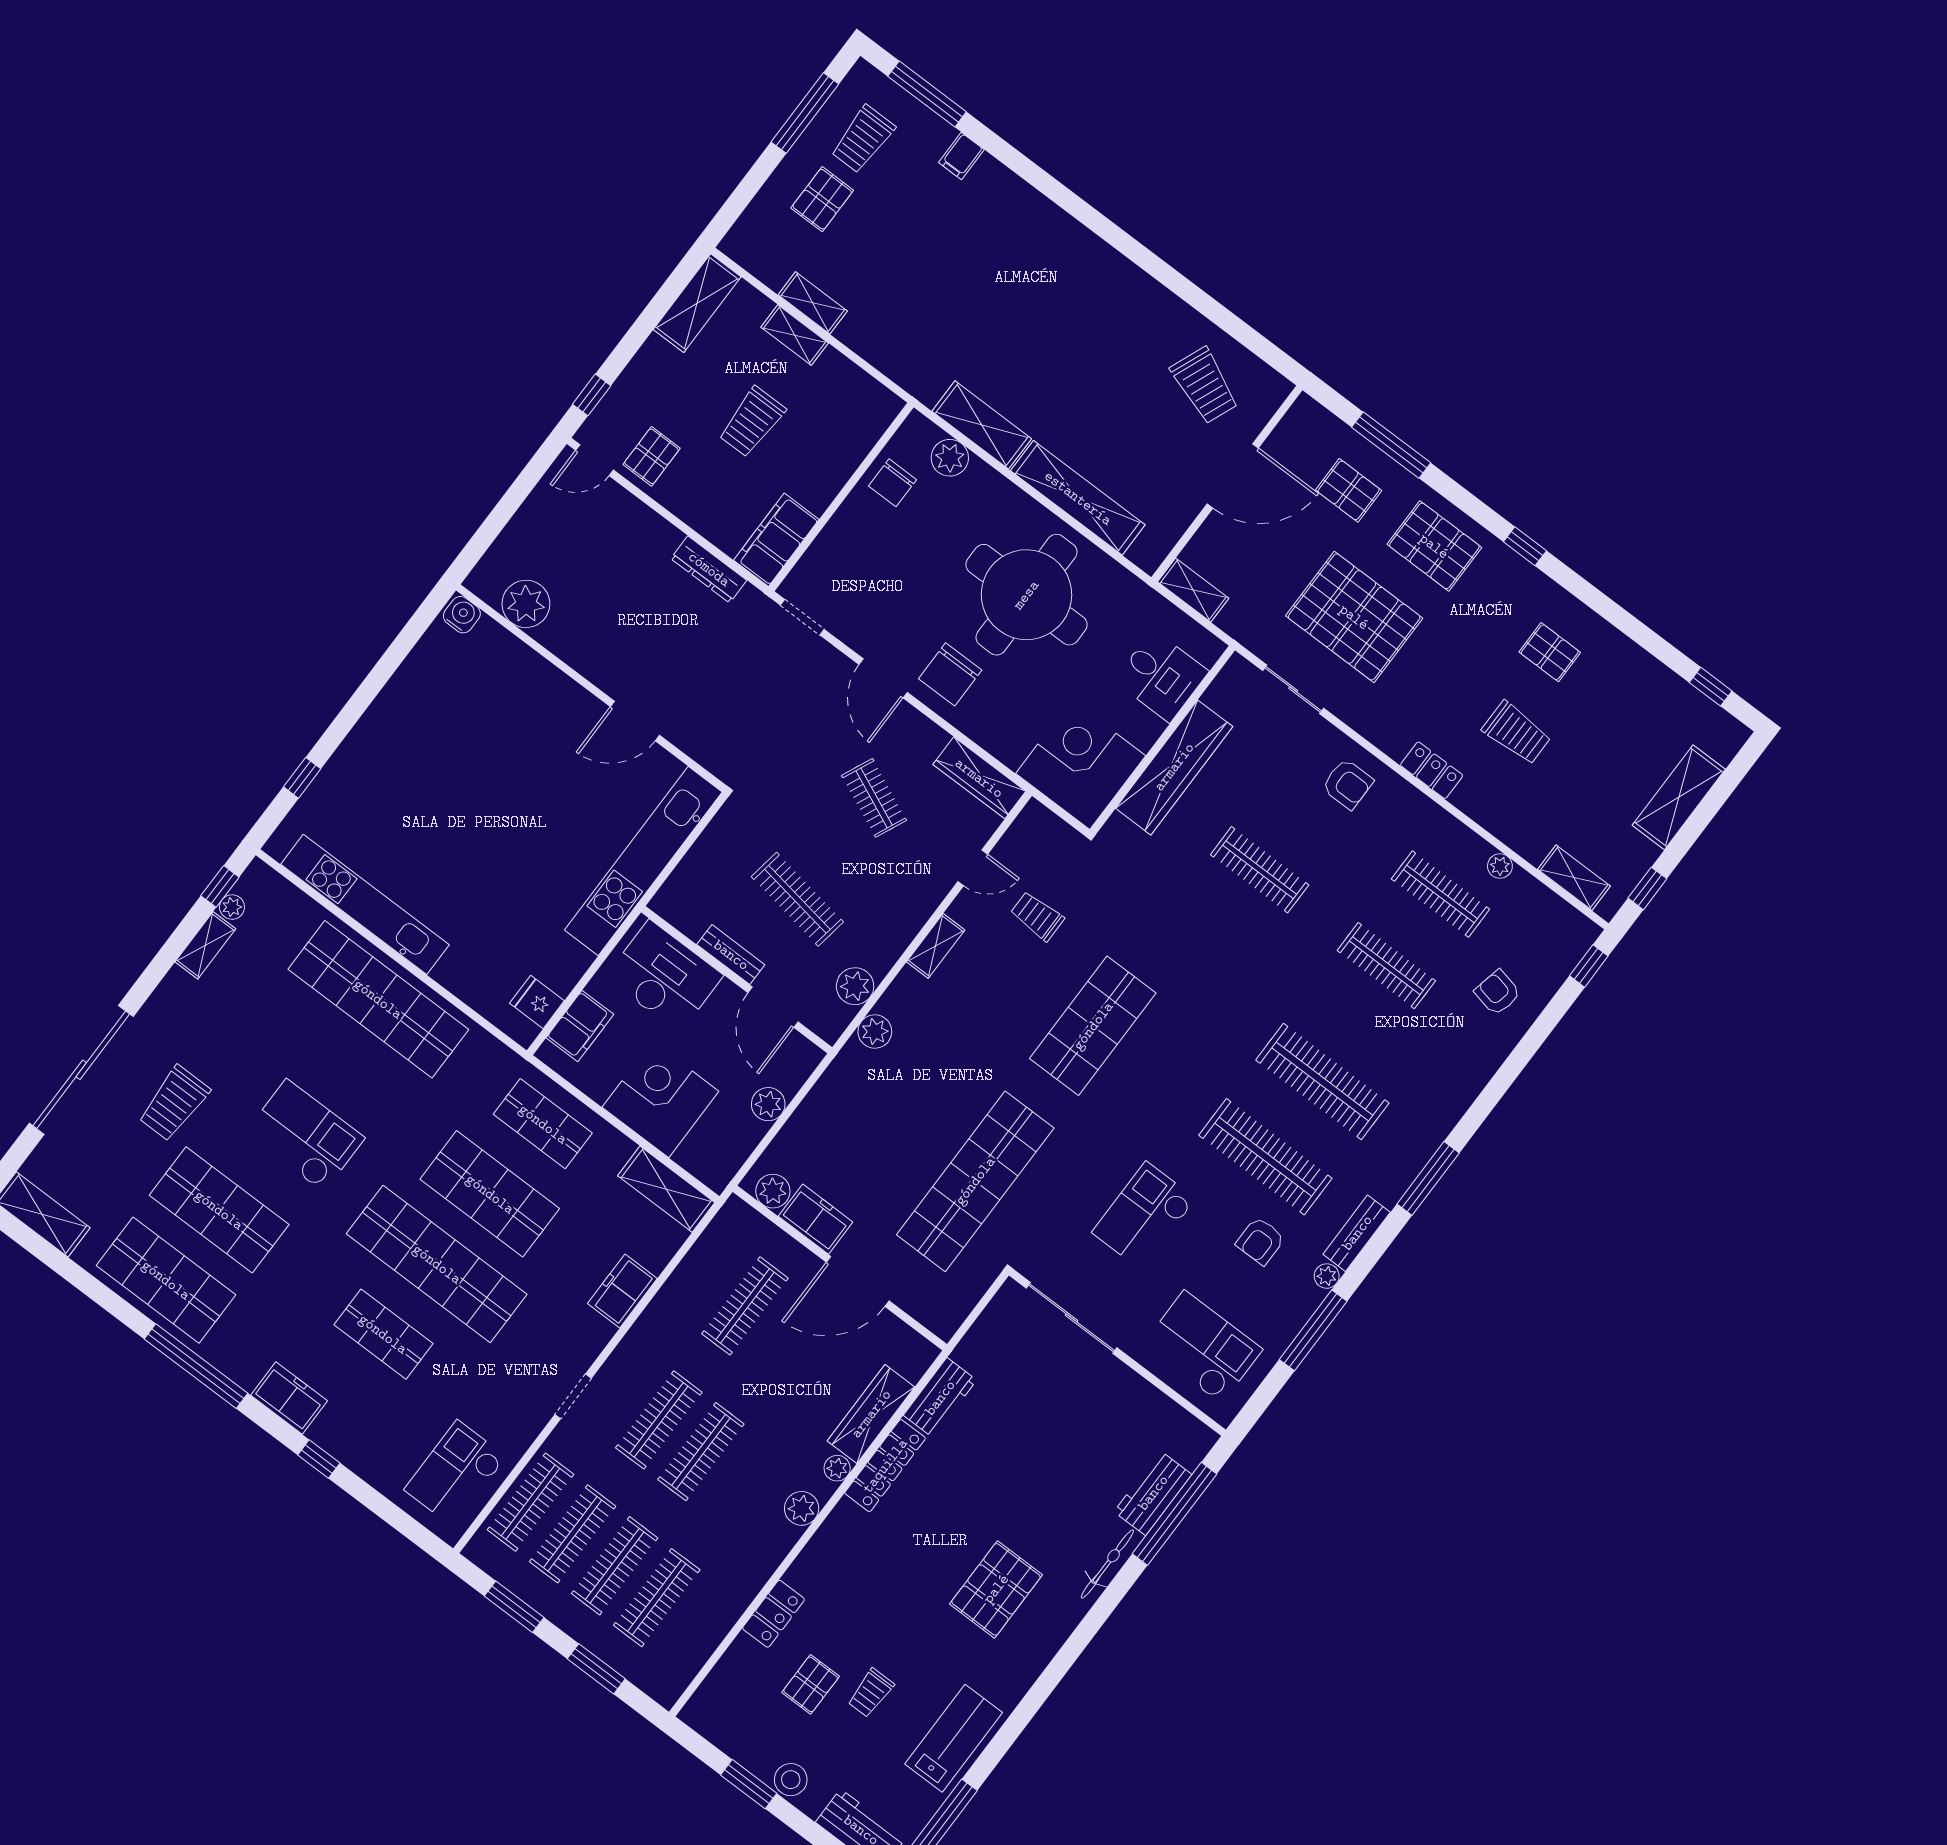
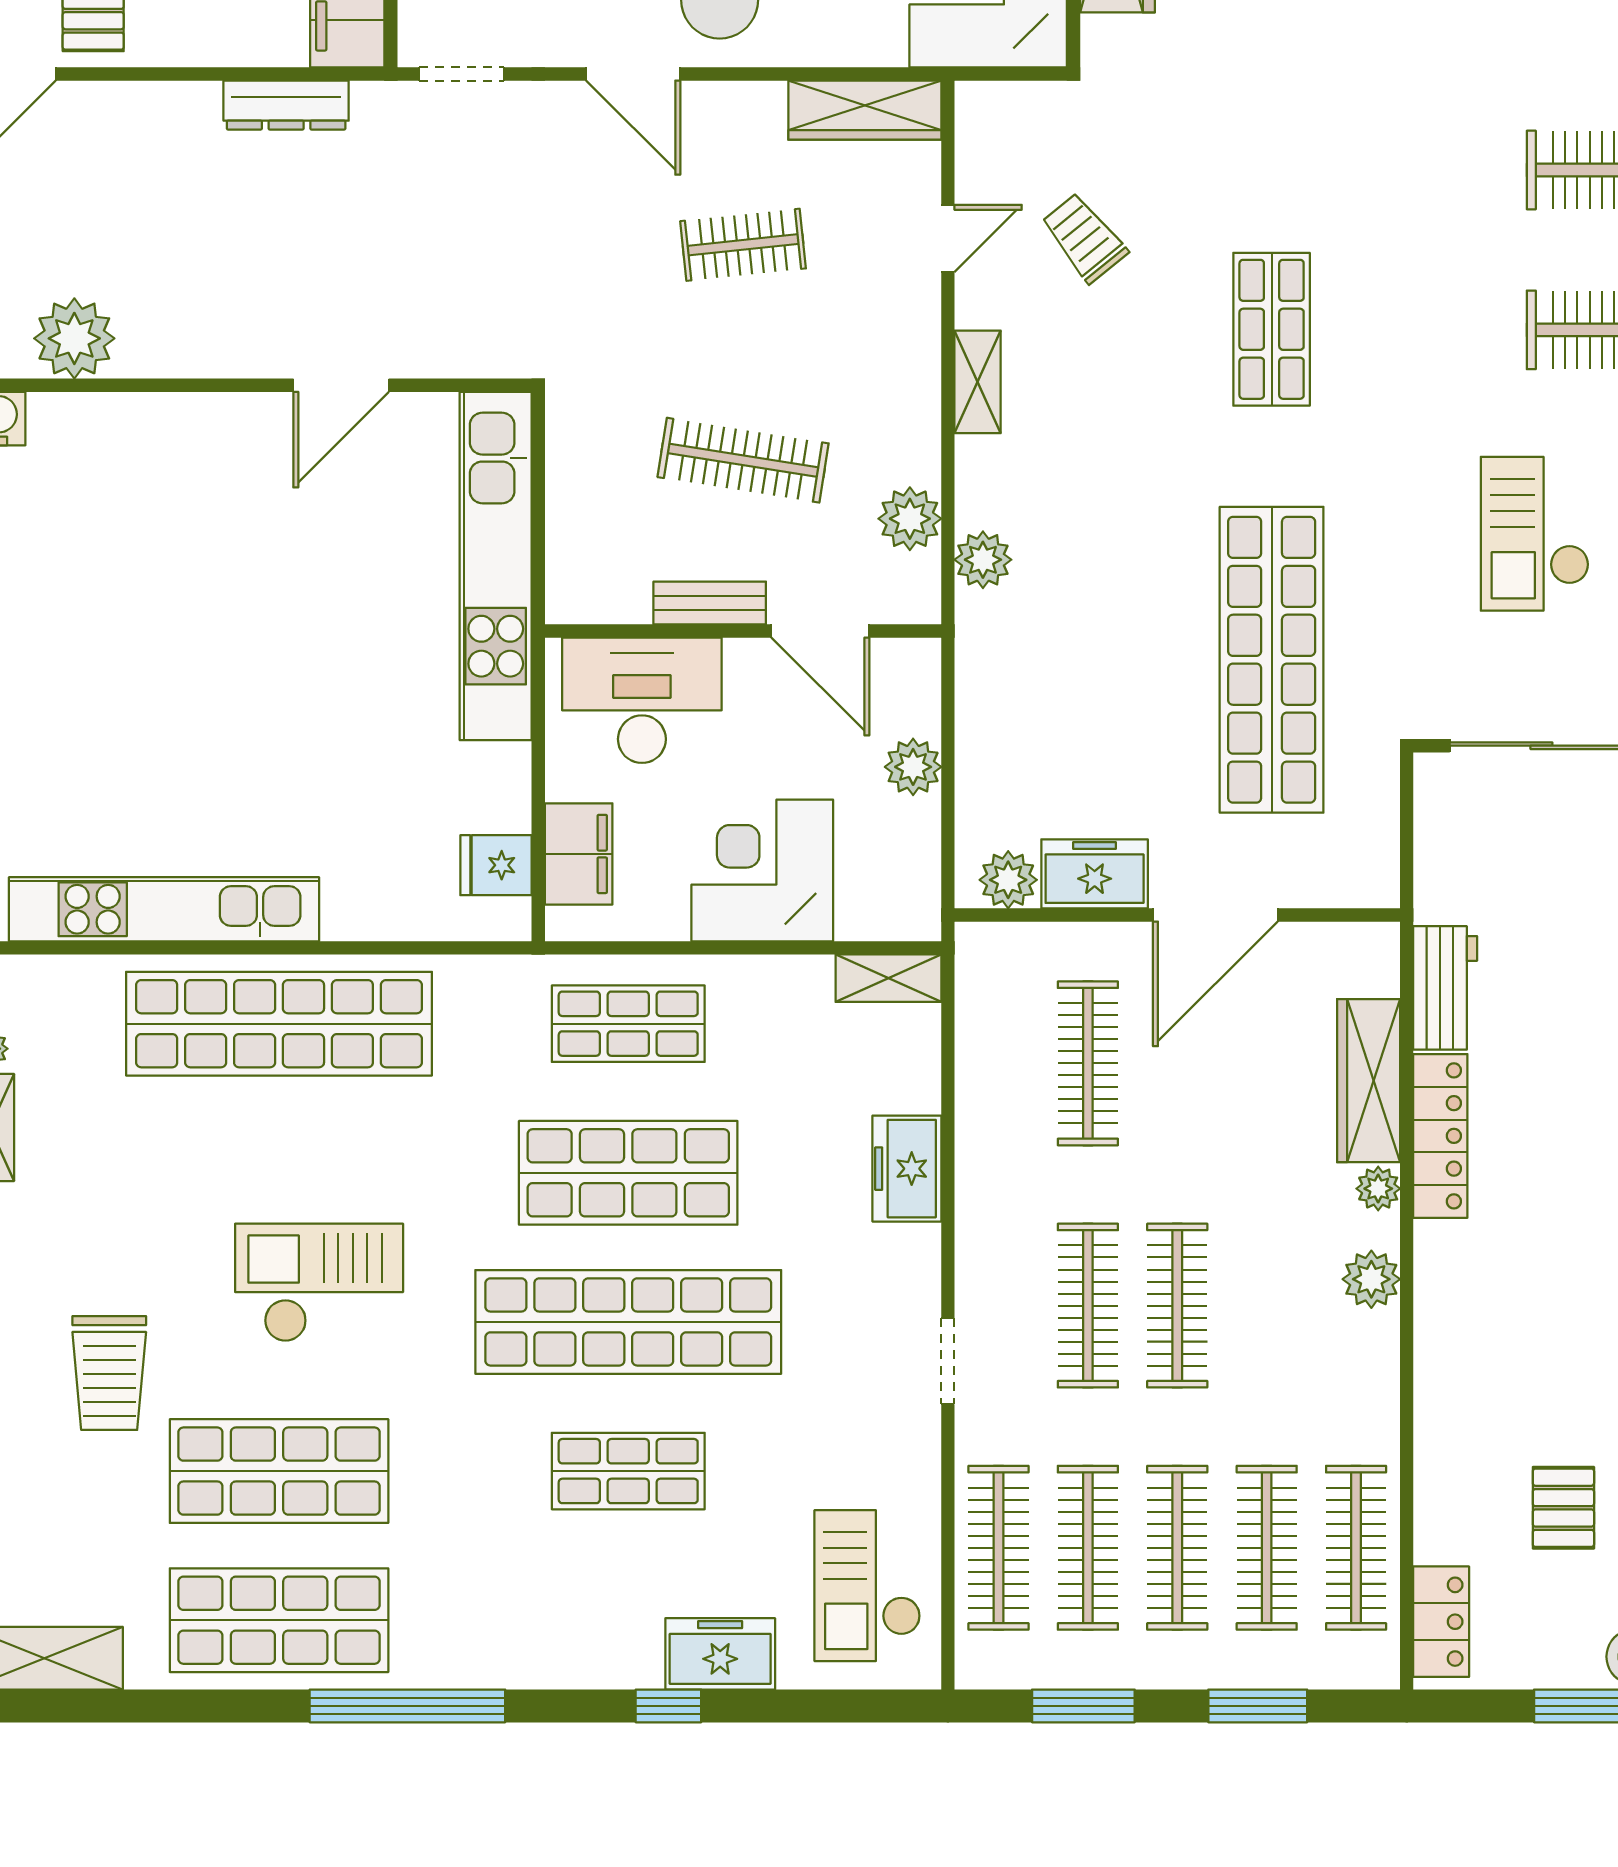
clothes rail: (874, 798) -> (743, 245), turned -30
trolley: (1037, 916) -> (1084, 238), turned 51
shop shelf: (1093, 1026) -> (1272, 329), width x0.70, depth x0.74
shelving: (666, 1189) -> (888, 978), width x0.67, depth x0.75
freezer: (289, 1398) -> (720, 1654), moved
locker: (774, 1614) -> (1441, 1622), moved
clothes rail: (699, 1629) -> (1356, 1548), added

